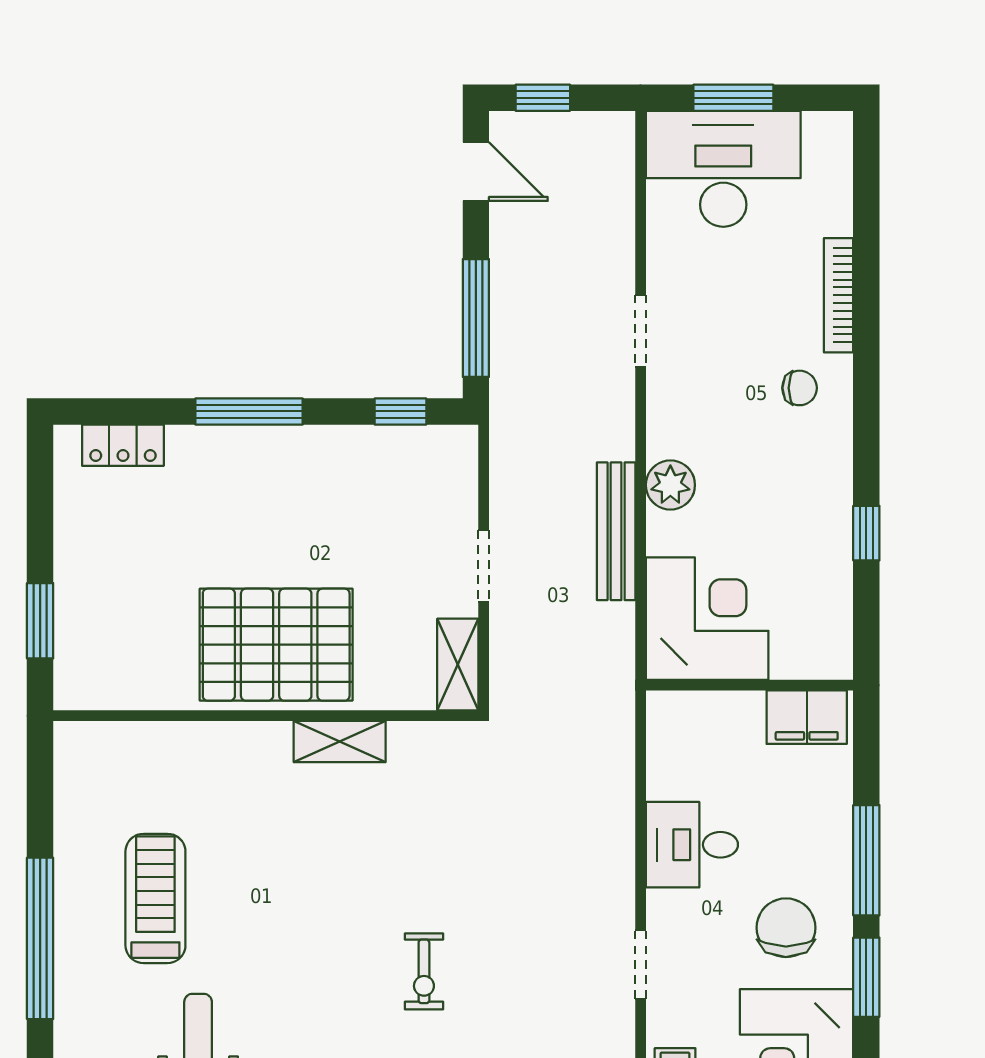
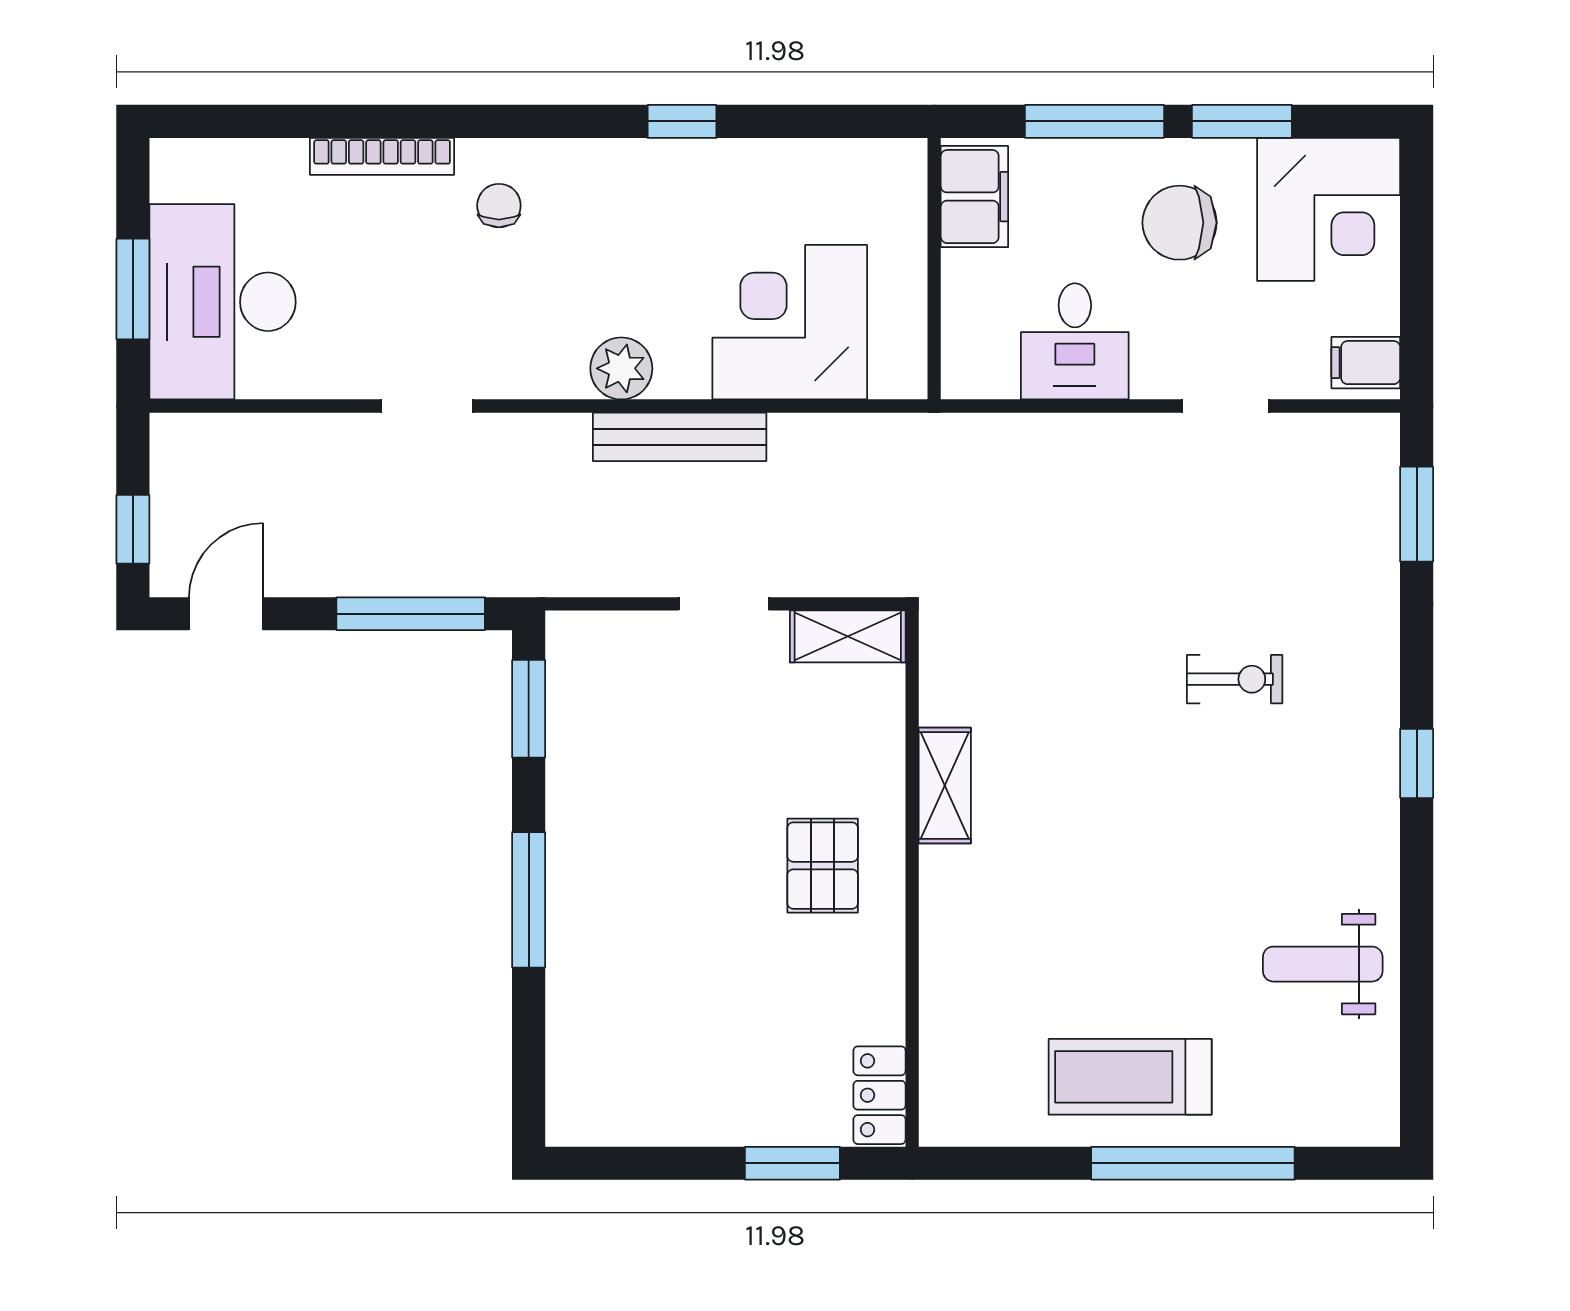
window: (400, 411) -> (529, 709), width x1.50
locker: (123, 445) -> (879, 1095), moved, turned 180
pallet: (276, 645) -> (823, 866), width x0.49, depth x0.50
wall: (750, 685) -> (934, 269), moved
filing cabinet: (807, 717) -> (974, 197), moved
treadmill: (155, 898) -> (1130, 1077), moved

